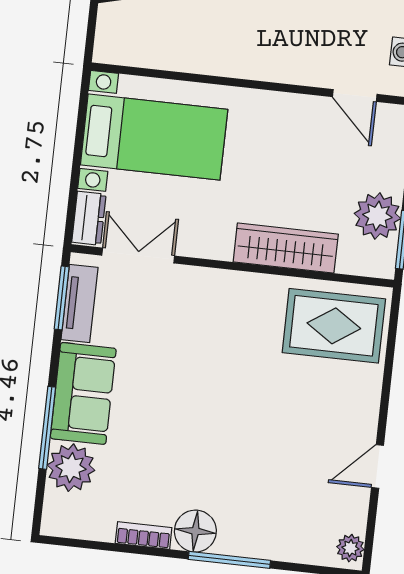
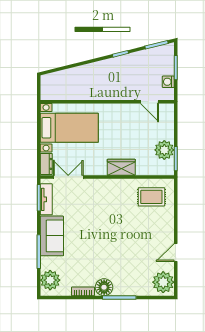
wardrobe: (286, 248) -> (121, 167), width x0.67
rug: (334, 326) -> (151, 197), width x0.73, depth x0.70
plant: (71, 468) -> (50, 280), moved
plant: (350, 548) -> (163, 282), width x1.87, depth x1.87

